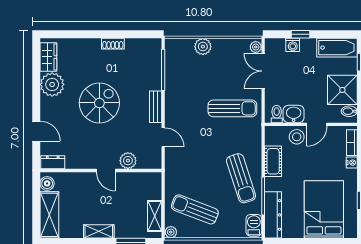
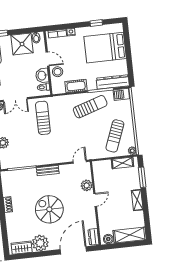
door: (36, 131) -> (73, 250), width x1.88
door: (163, 137) -> (80, 162), moved

